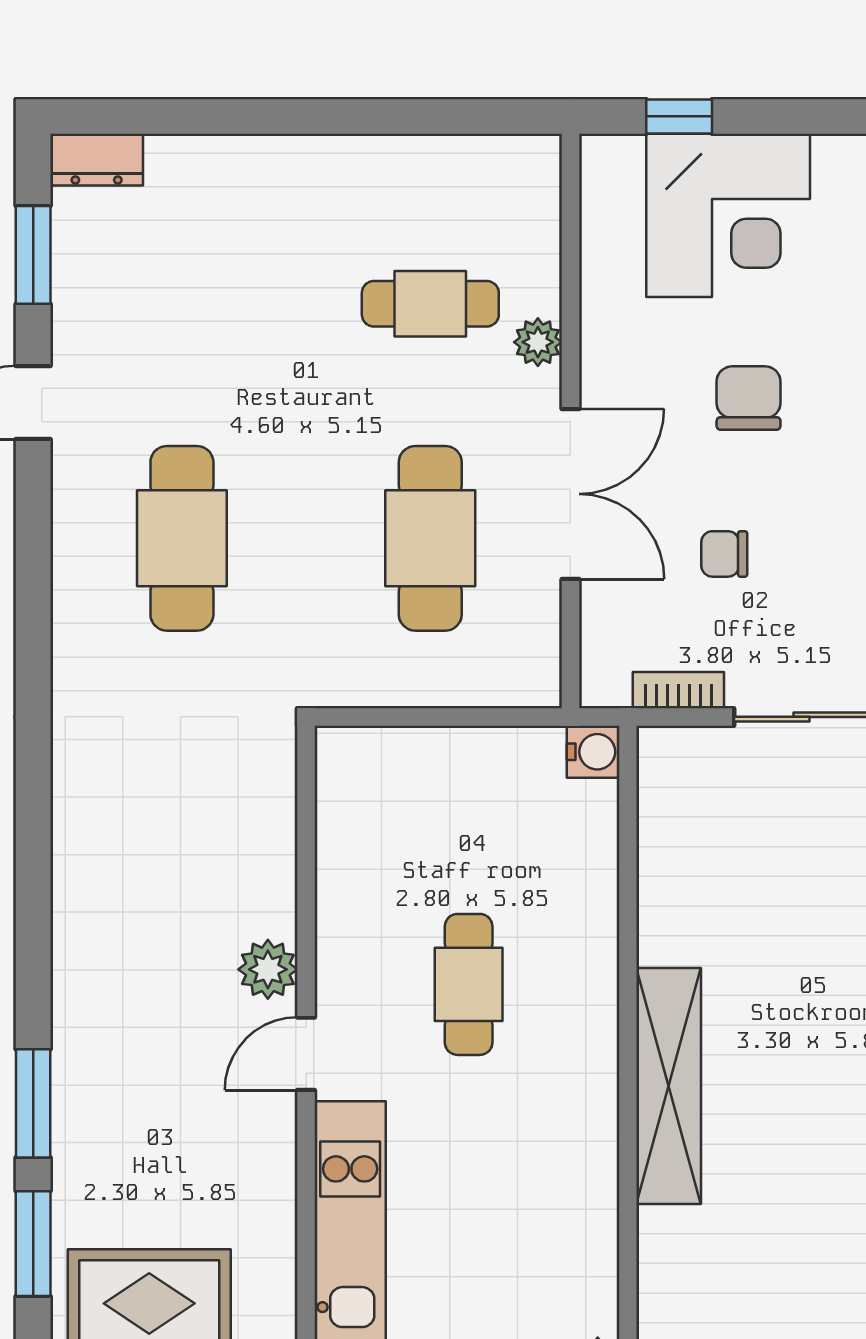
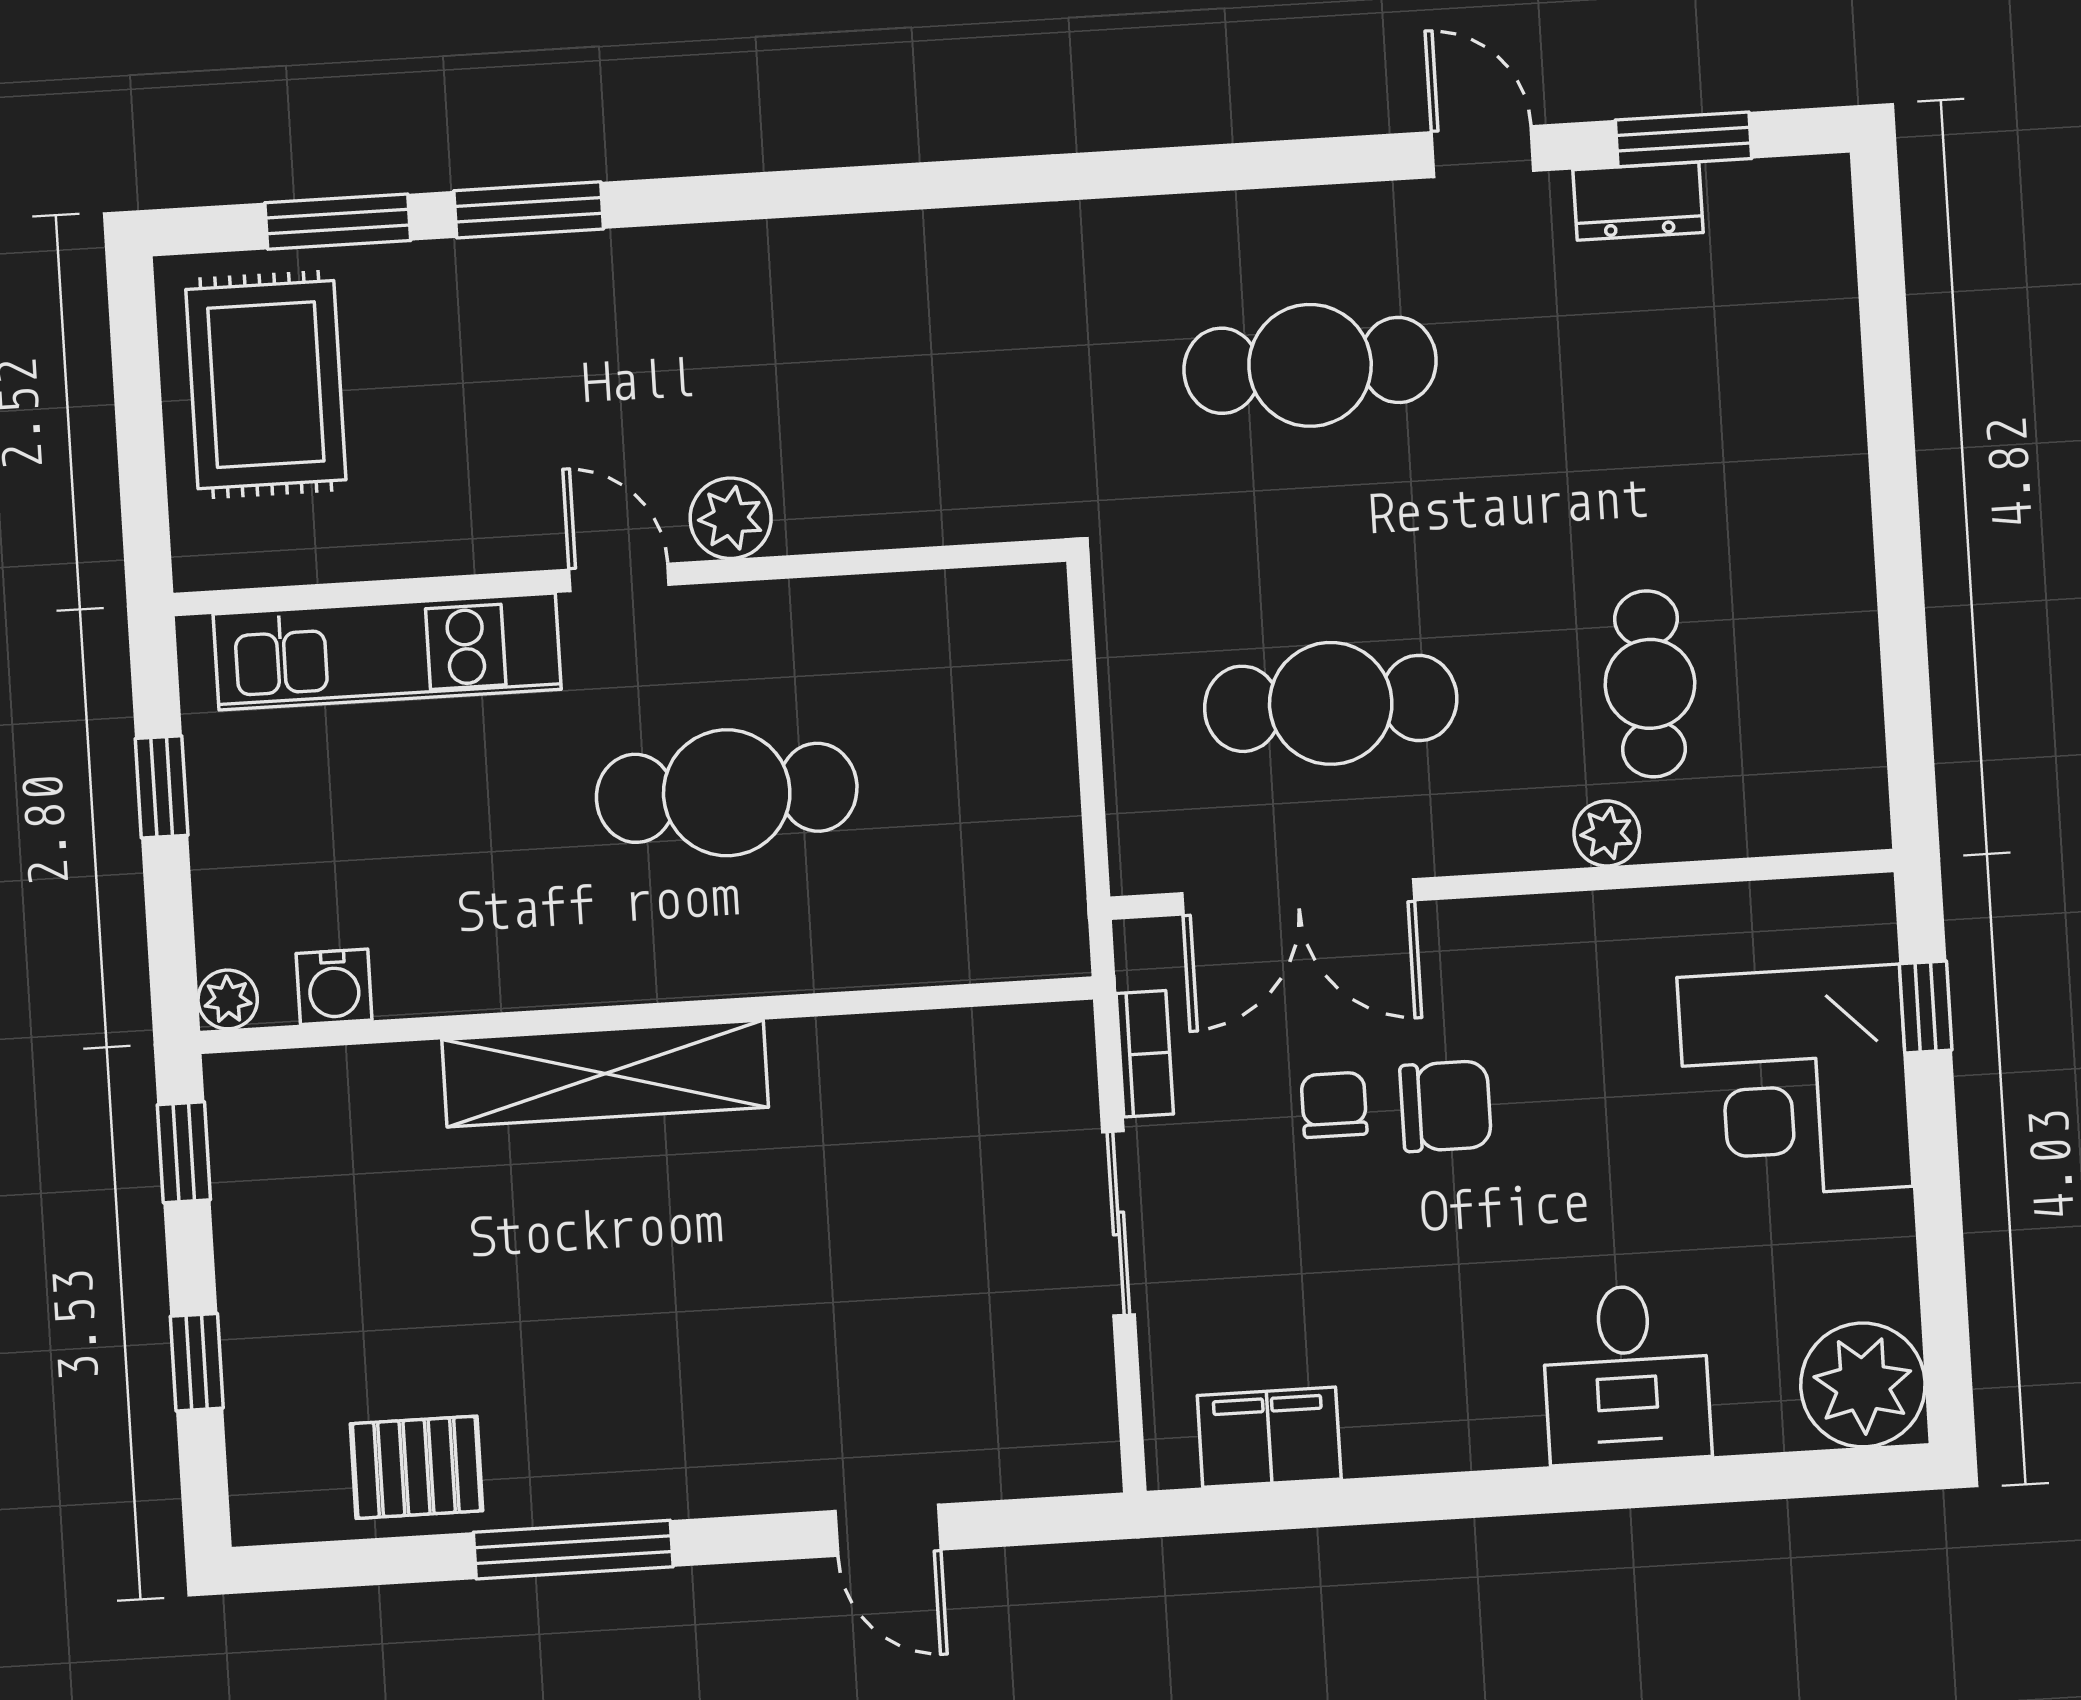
dresser: (97, 160) -> (1638, 201), moved, turned -90
chair: (749, 398) -> (1446, 1106), moved
double door: (570, 494) -> (1298, 897), moved
water cooler: (593, 752) -> (334, 987), moved
cafe table: (469, 984) -> (727, 793), width x1.37, depth x1.35

